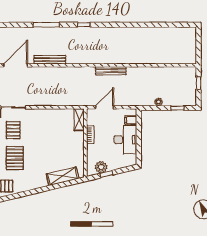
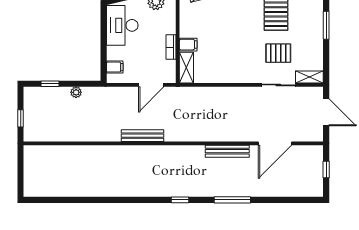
pallet: (13, 130) -> (278, 53), turned 90
filing cabinet: (78, 136) -> (188, 45), added
desk: (125, 140) -> (122, 25), moved

